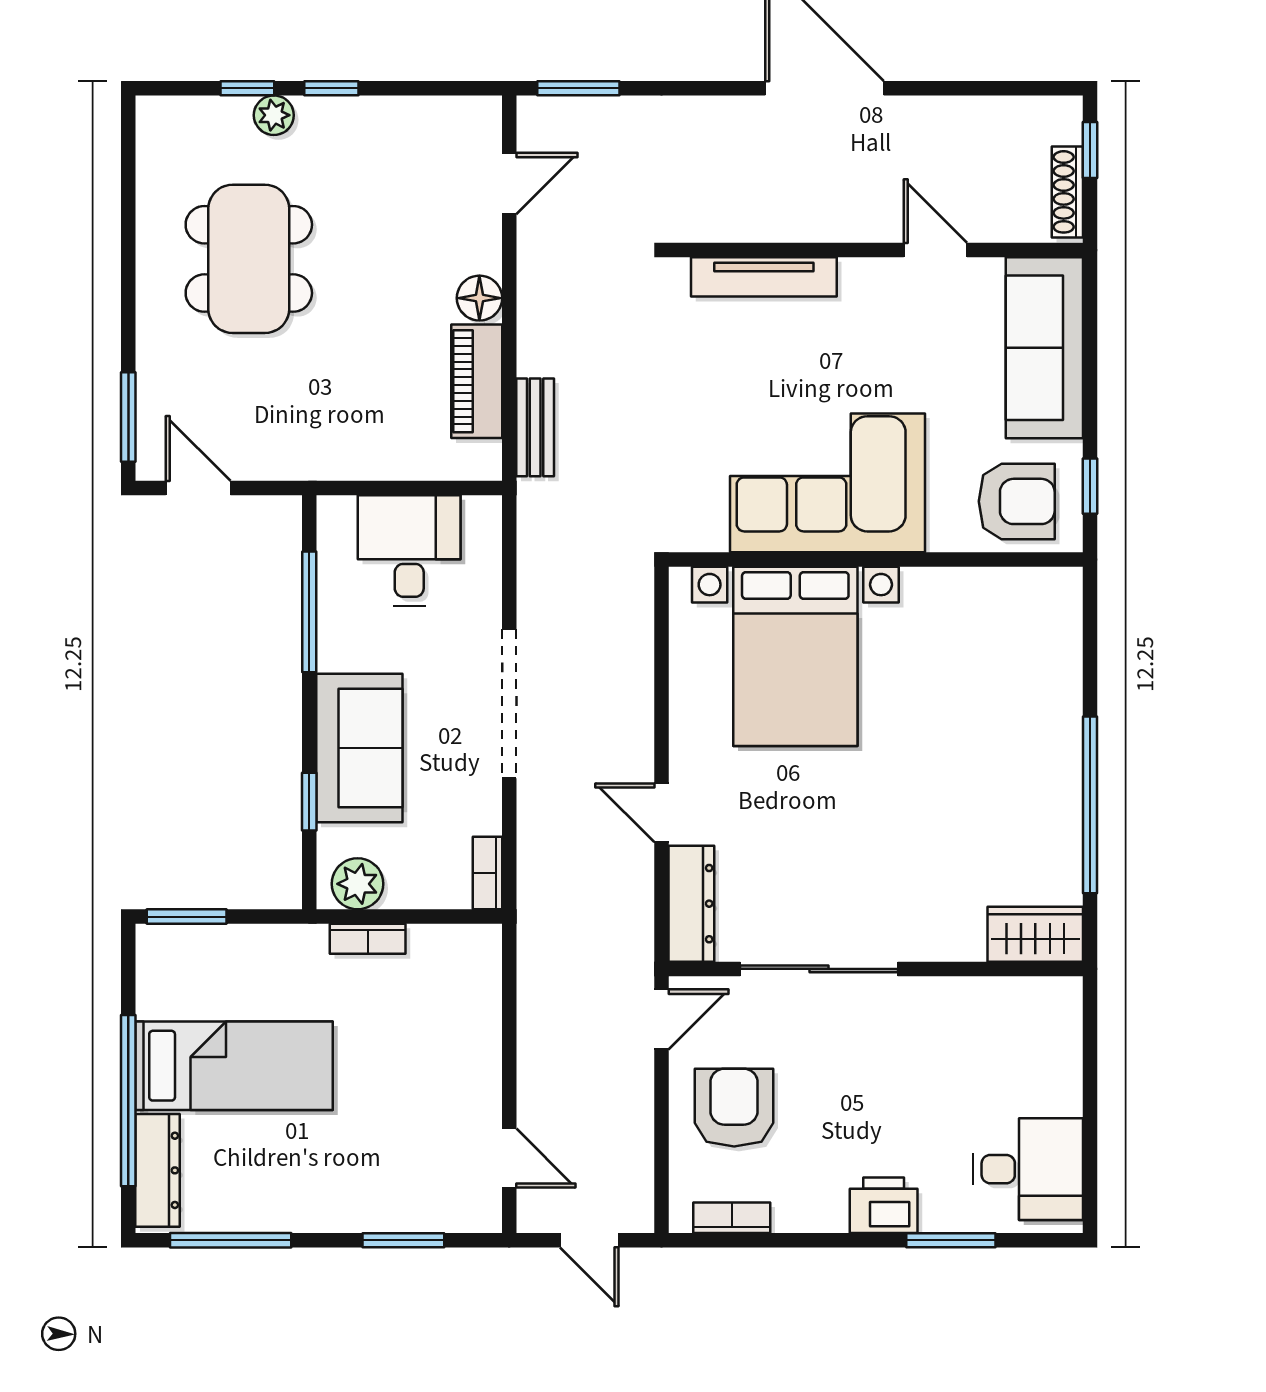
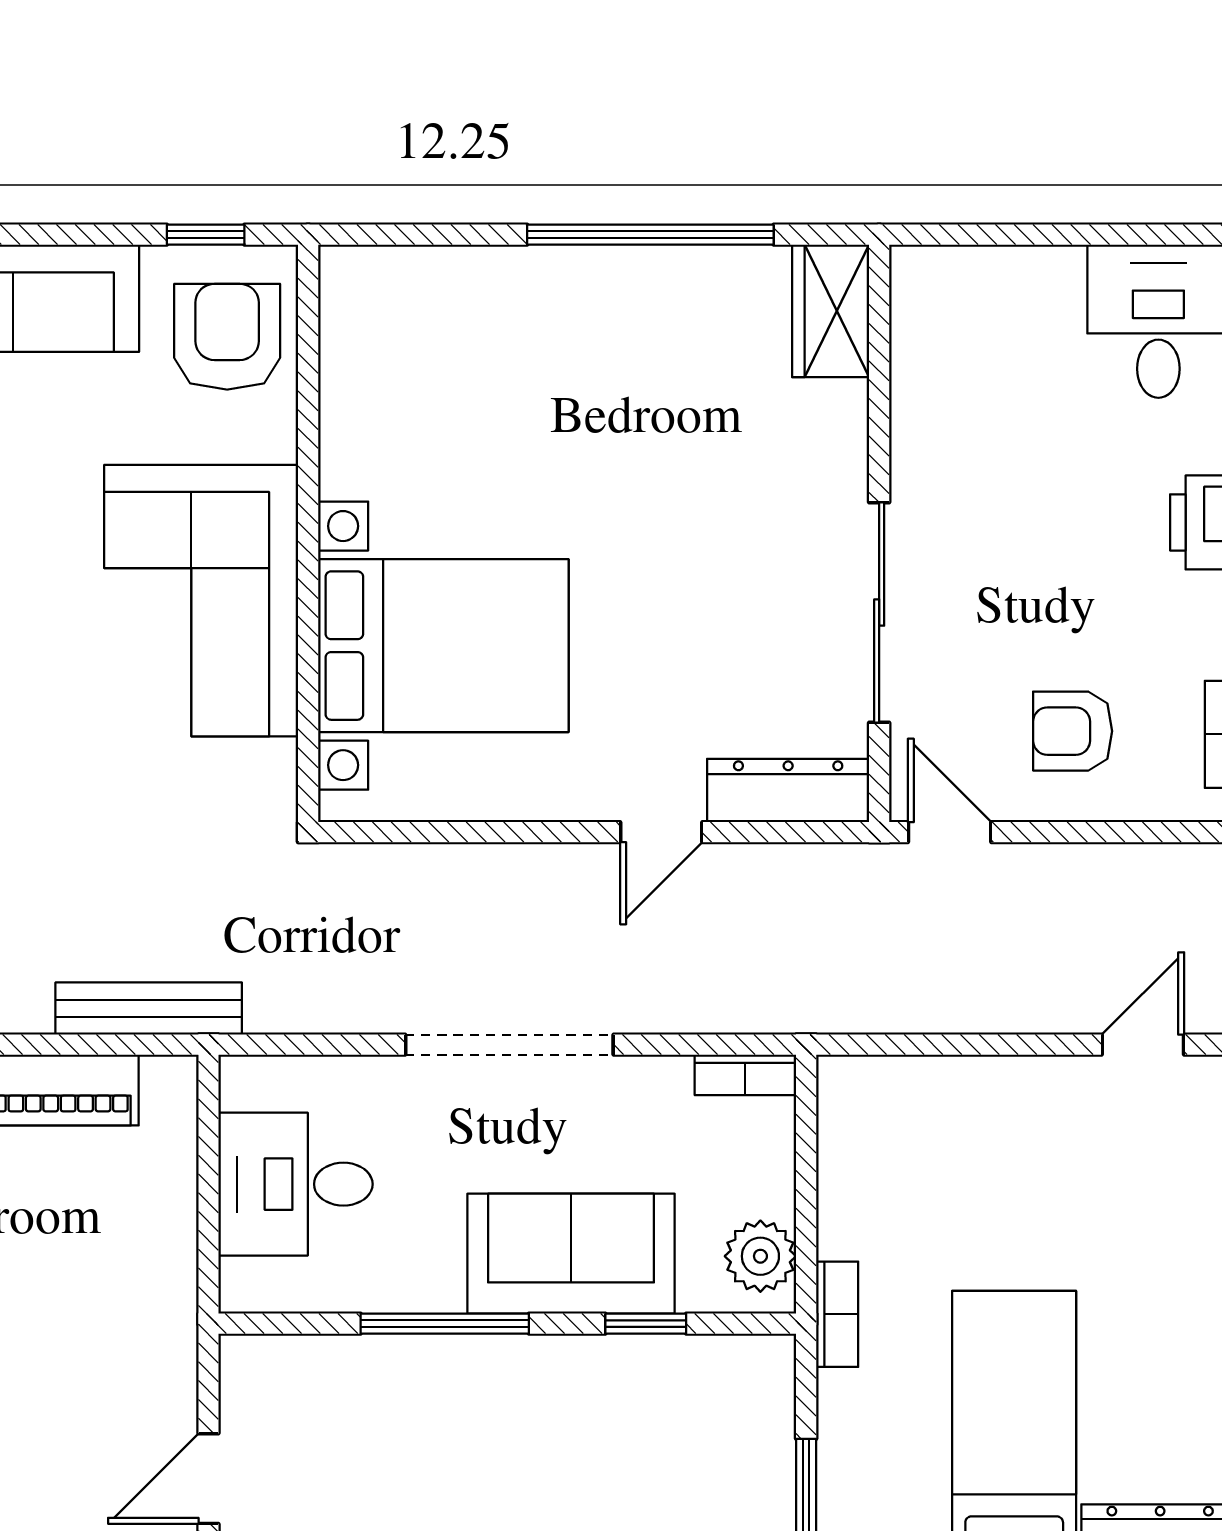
bench: (535, 427) -> (149, 1009), width x1.36
window: (309, 612) -> (445, 1324), moved
bookcase: (368, 939) -> (837, 1314), moved
armchair: (734, 1108) -> (1073, 731), width x0.72, depth x0.72

